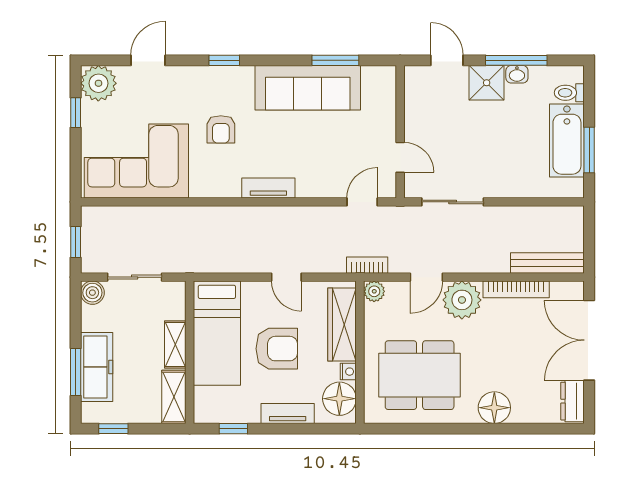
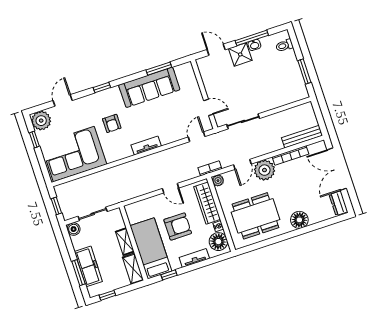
bathtub: (567, 141) -> (291, 70), removed
bed: (217, 333) -> (151, 248), moved, turned 180

